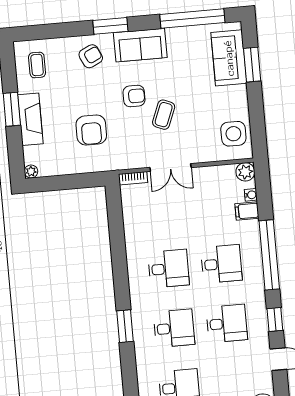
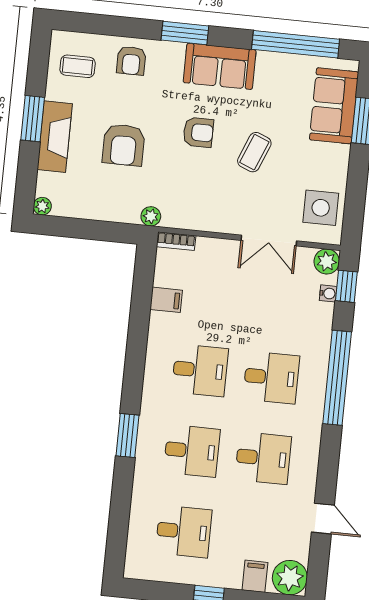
armchair: (91, 56) -> (131, 61), moved, turned 115
coffee table: (37, 65) -> (78, 66), turned 90
coffee table: (164, 115) -> (254, 152), moved
armchair: (91, 130) -> (124, 145), moved
plant: (111, 164) -> (151, 216), added
double door: (171, 167) -> (269, 241), moved
filing cabinet: (247, 211) -> (166, 300), moved, turned 180
window: (275, 319) -> (346, 286), moved

